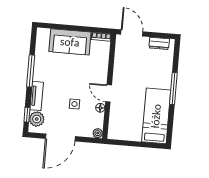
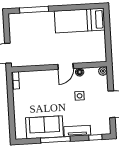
sofa: (70, 42) -> (45, 127), moved, turned -90
dresser: (159, 43) -> (14, 27), removed
window: (173, 88) -> (34, 10), moved
plant: (37, 119) -> (98, 128), removed

